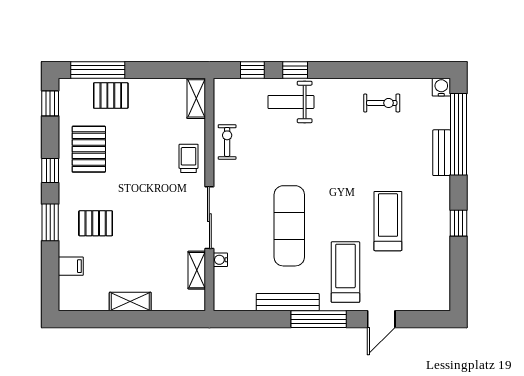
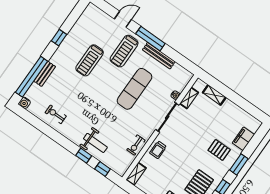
filing cabinet: (71, 266) -> (243, 139), width x2.00
shelving: (130, 302) -> (214, 95), moved

